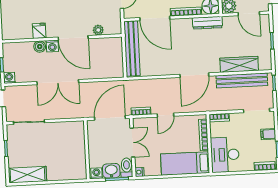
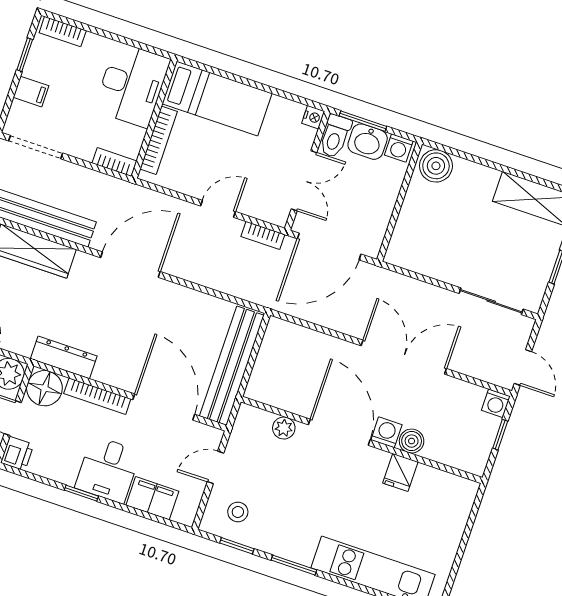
double door: (132, 142) -> (304, 181), swing flipped
boiler: (77, 172) -> (436, 166), added

